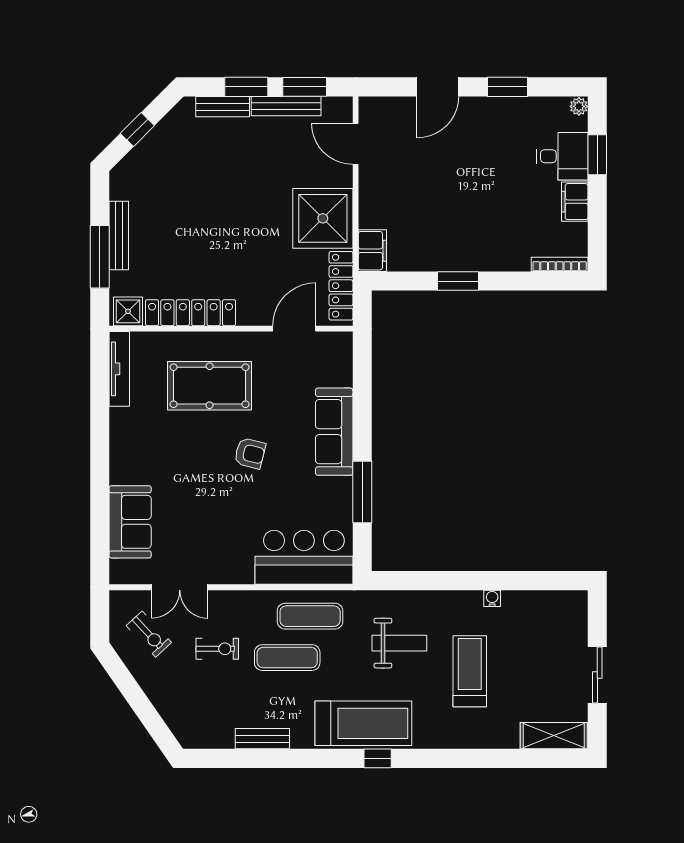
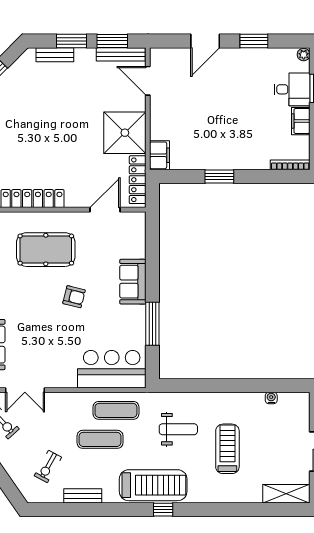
bench: (286, 106) -> (121, 54), moved
sofa: (334, 432) -> (133, 282), width x0.73
water cooler: (492, 598) -> (271, 398), moved
exercise bike: (217, 649) -> (48, 467), moved, turned 119

